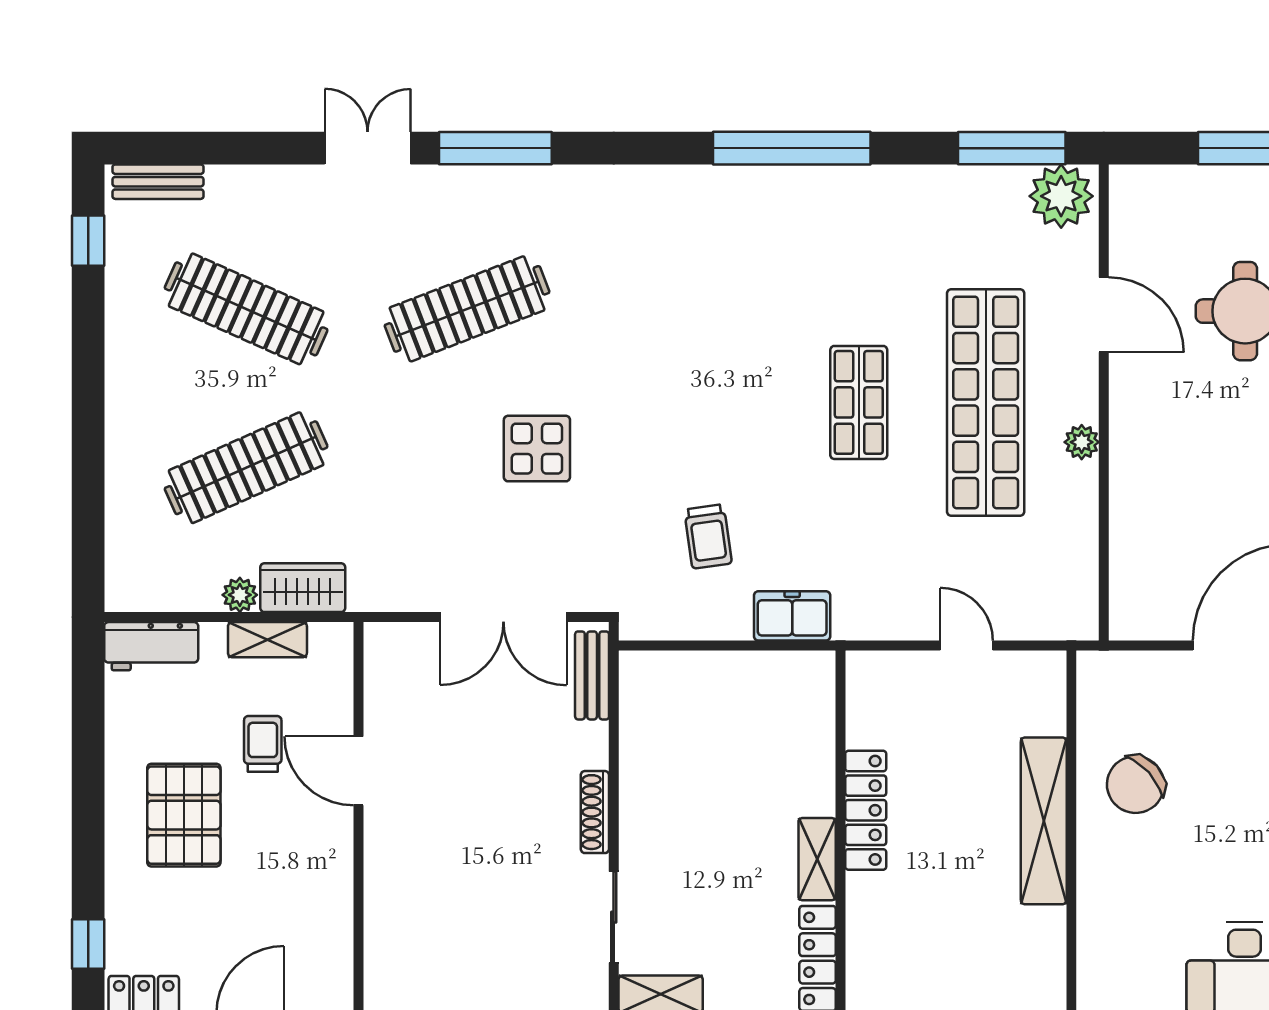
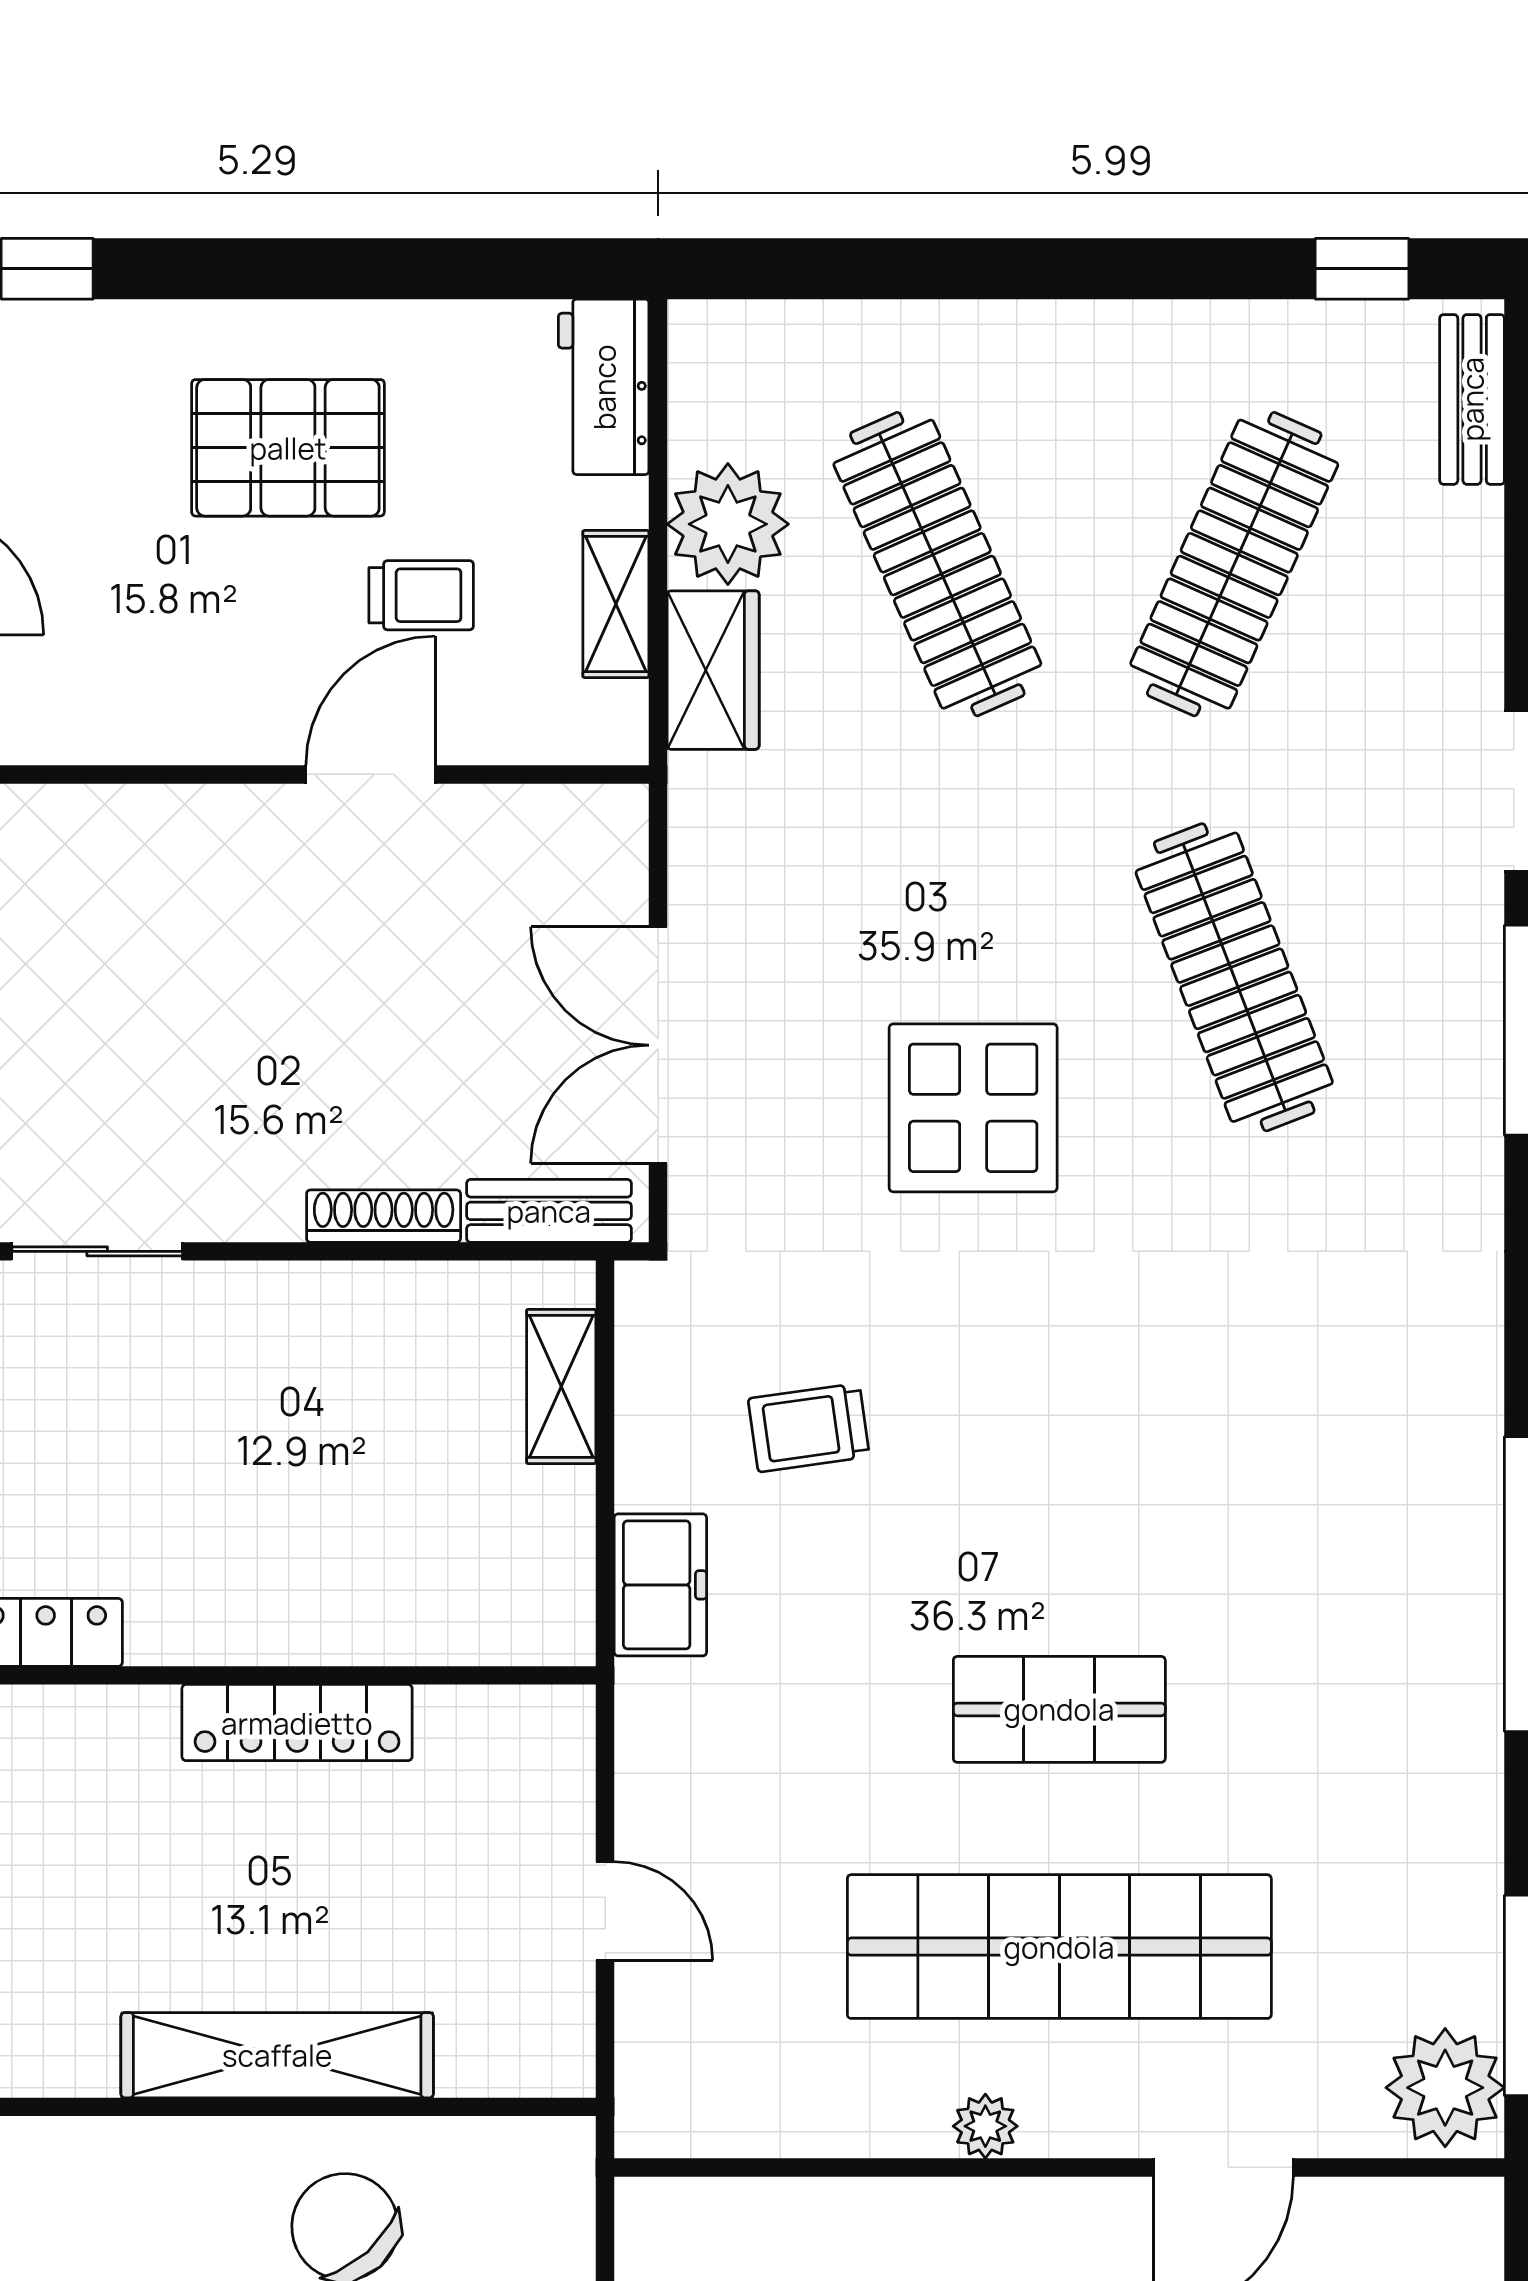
display table: (537, 449) -> (973, 1108), width x1.36, depth x1.36
plant: (240, 595) -> (728, 524), width x1.88, depth x1.88
door: (967, 645) -> (605, 1911), hinge flipped
shoe rack: (595, 812) -> (384, 1216), moved
shelving: (817, 859) -> (561, 1386), moved, turned 90

